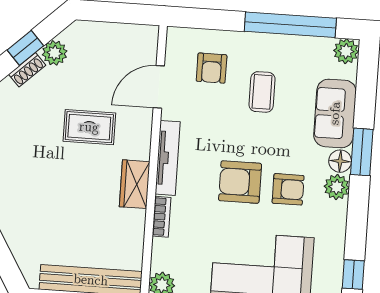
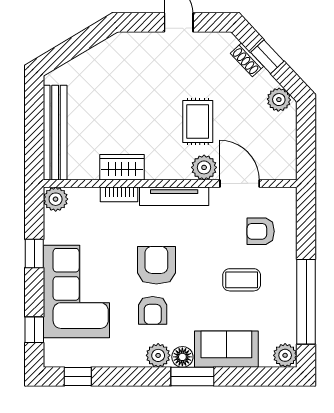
plant: (55, 53) -> (279, 100), moved
plant: (139, 124) -> (204, 167), added
wardrobe: (135, 184) -> (122, 167), moved

